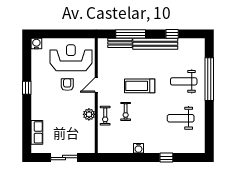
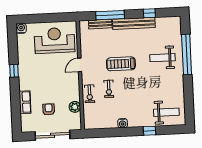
armchair: (67, 85) -> (49, 109), moved
plant: (89, 114) -> (75, 107), moved
weight bench: (181, 118) -> (166, 112), moved, turned 180
row of seats: (37, 132) -> (25, 102), moved
sliding door: (64, 158) -> (52, 135), width x1.37

